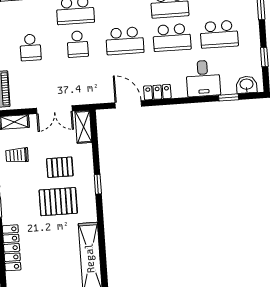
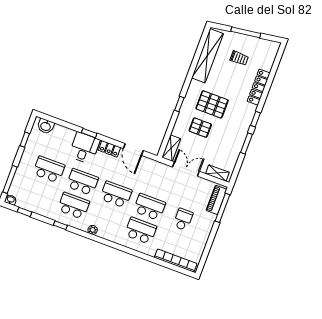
school desk: (78, 44) -> (149, 207), width x1.85
desk: (203, 78) -> (84, 148), moved
window: (229, 97) -> (89, 133), moved
trolley: (17, 155) -> (239, 58), moved

